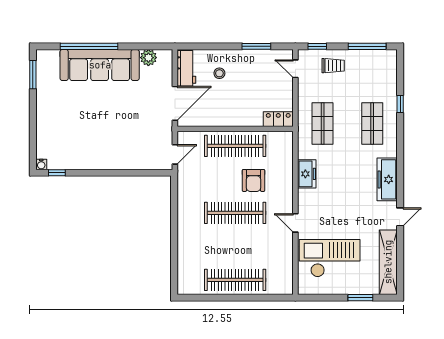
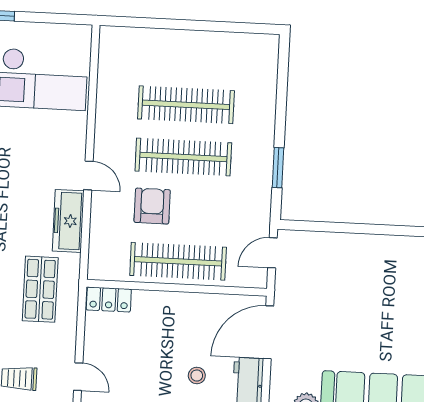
freezer: (307, 174) -> (68, 221), width x1.40
window: (174, 209) -> (278, 168), added
door: (295, 223) -> (88, 175), moved
clothes rail: (235, 280) -> (186, 105), moved

